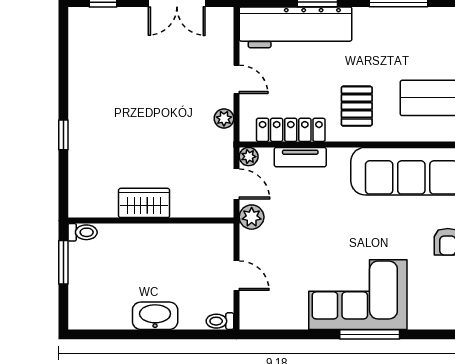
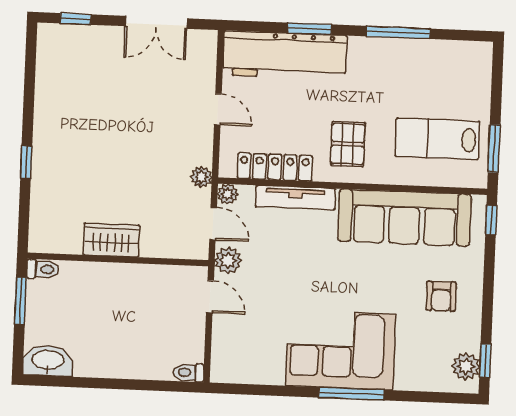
plant: (224, 118) -> (201, 177), moved
tv unit: (300, 157) -> (295, 198), width x1.41
door: (237, 276) -> (210, 297), moved
washbasin: (155, 316) -> (48, 361), moved

